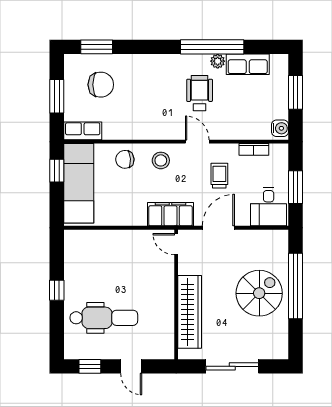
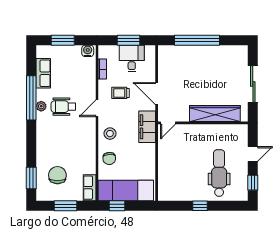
plant: (218, 61) -> (41, 106), moved
desk: (269, 207) -> (132, 58), moved, turned -90
spiral stairs: (259, 293) -> (202, 65), removed

